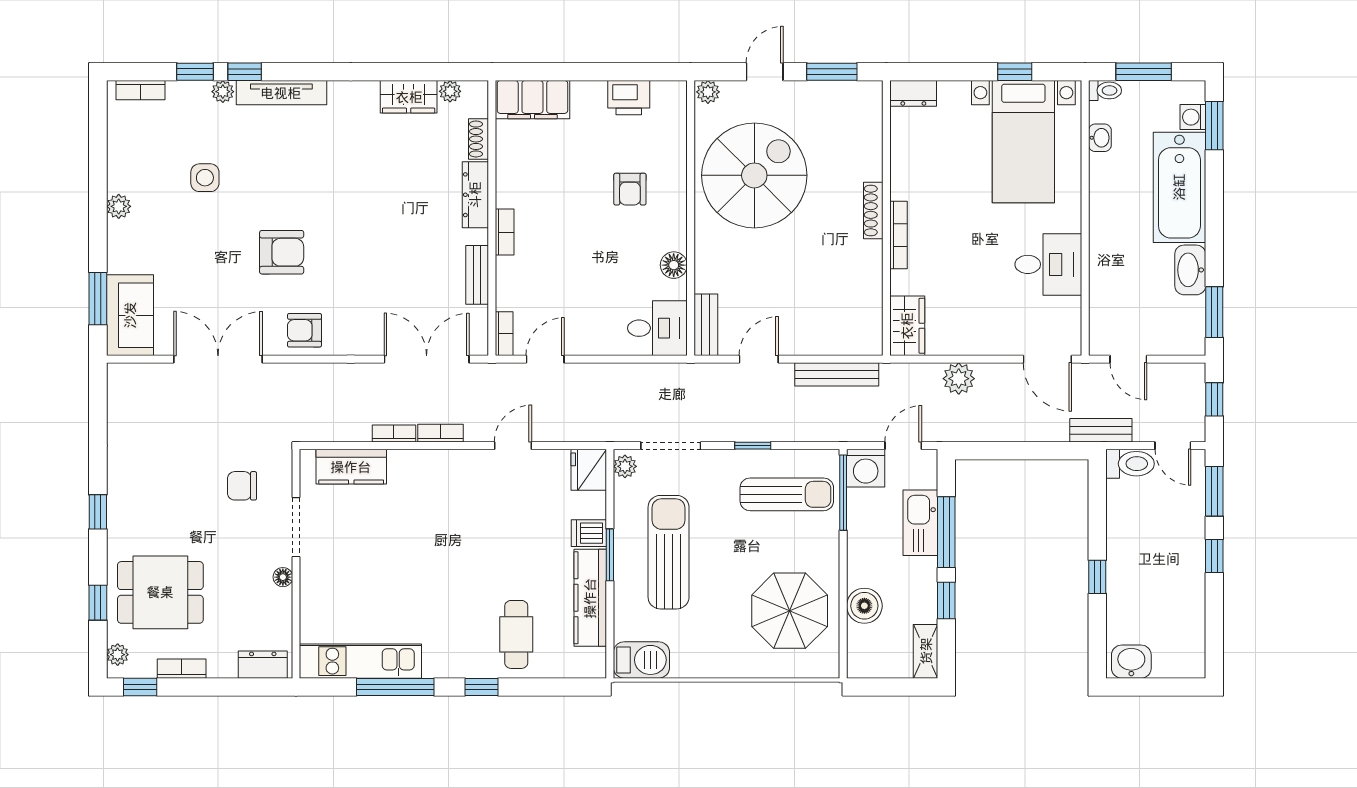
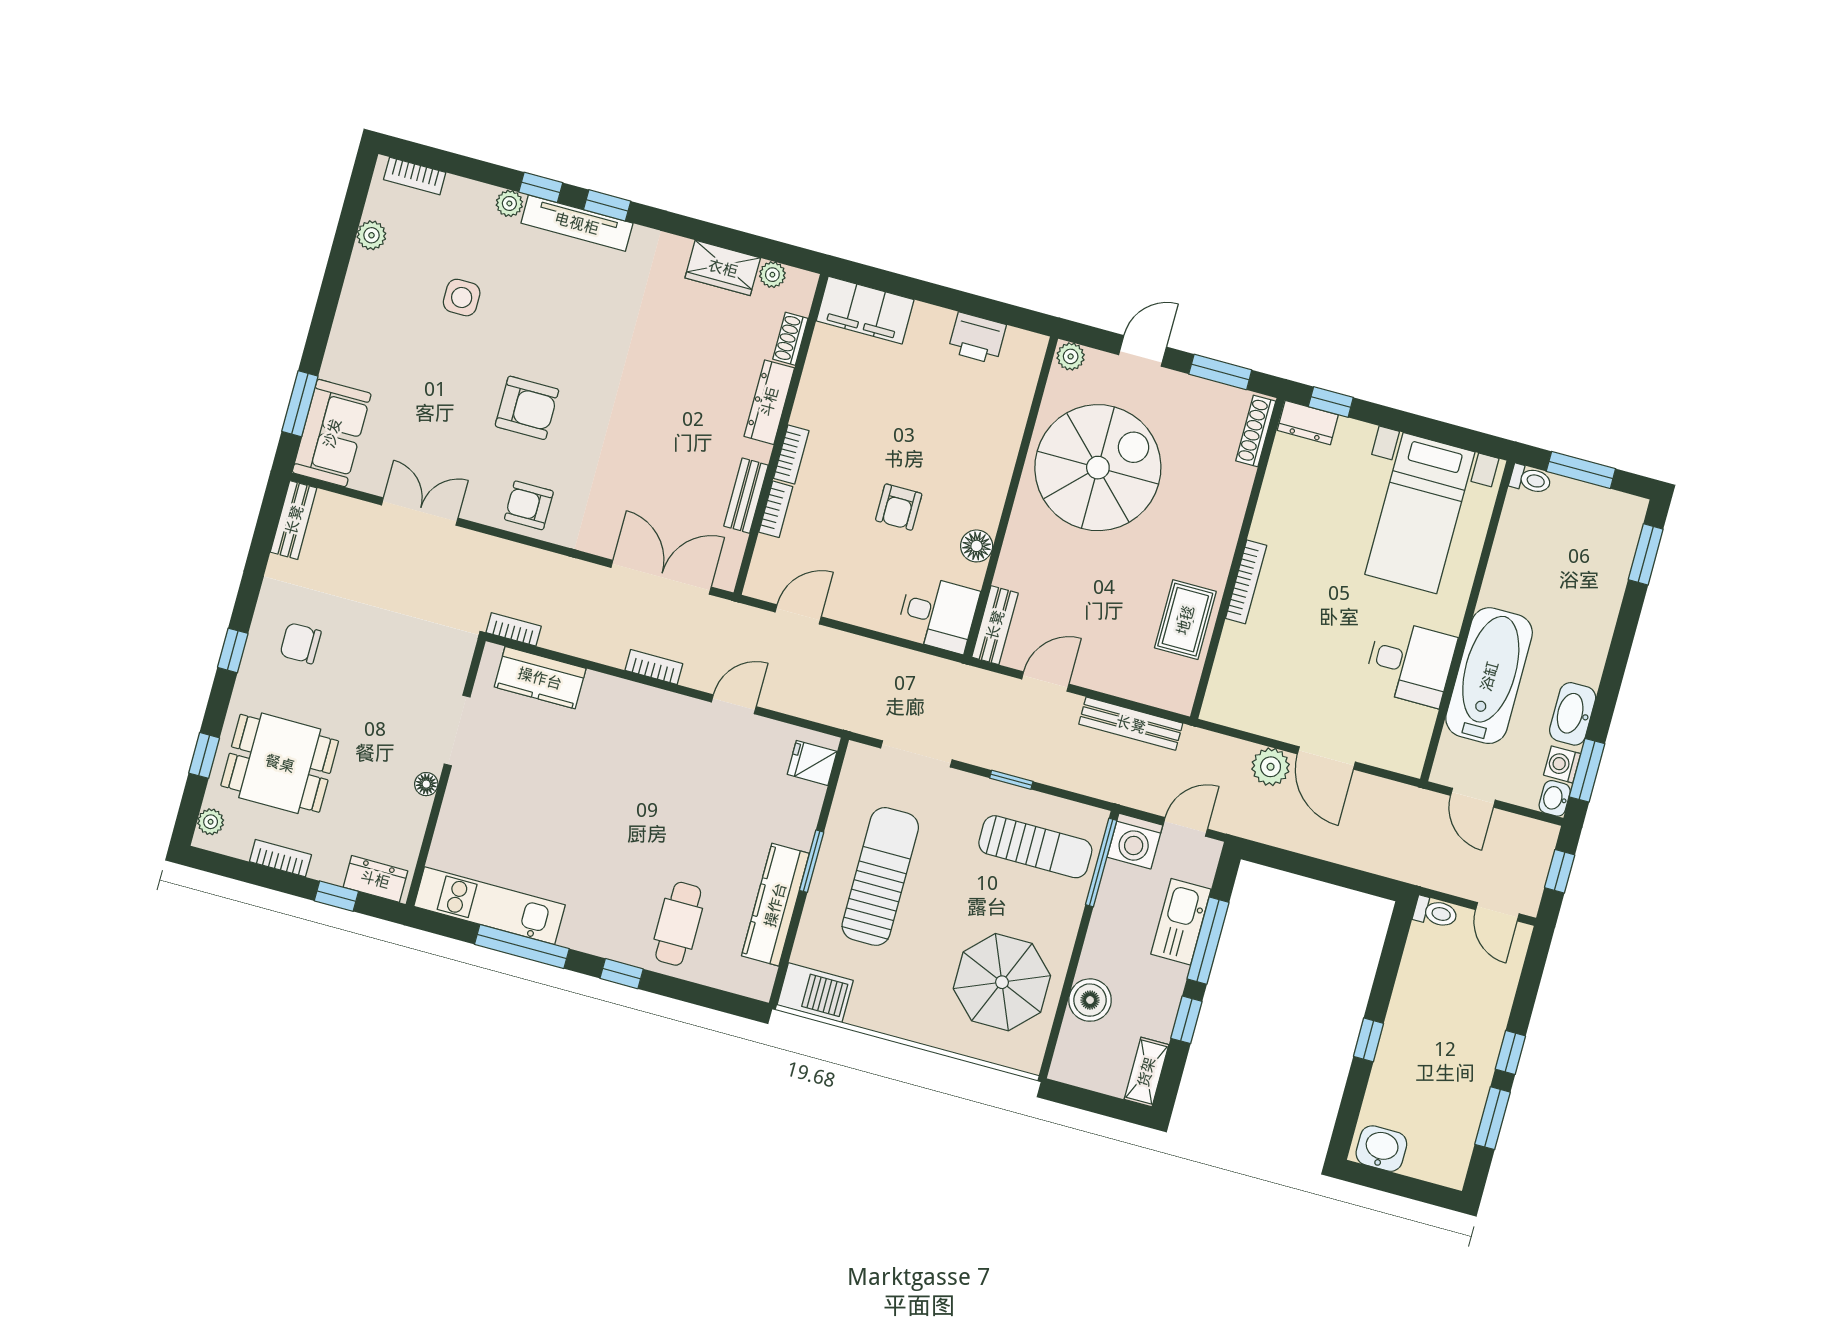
window: (195, 72) -> (607, 205), moved
window: (1015, 72) -> (1331, 402), moved
washing machine: (1193, 117) -> (1562, 764), moved
washbasin: (1100, 138) -> (1555, 798), moved, turned 180
bathtub: (1179, 187) -> (1489, 676), moved, turned 180
armchair: (630, 189) -> (899, 507), moved
plant: (119, 206) -> (371, 235), moved
shoe rack: (873, 210) -> (1256, 431), moved
rug: (858, 279) -> (1185, 620), added
wardrobe: (907, 326) -> (1228, 690), removed
bookcase: (504, 334) -> (776, 509), moved
double door: (218, 359) -> (420, 512), width x0.73
door: (1047, 359) -> (1326, 758), moved
bench: (1101, 430) -> (294, 520), moved, turned 90
bookcase: (394, 433) -> (514, 629), moved
toilet: (1130, 464) -> (1435, 912), width x0.73, depth x0.72
plant: (625, 466) -> (857, 763), removed
fridge: (589, 470) -> (812, 763), width x0.72
chair: (242, 486) -> (301, 643), moved
window: (1214, 491) -> (1492, 1118), moved
dishwasher: (589, 533) -> (794, 829), removed
window: (140, 687) -> (336, 896), moved

